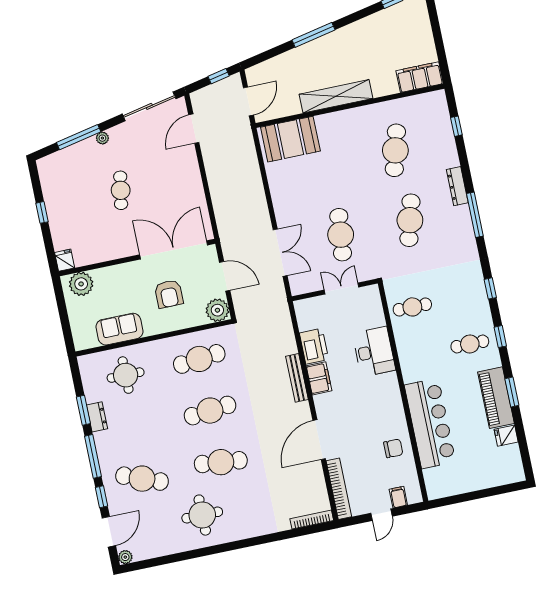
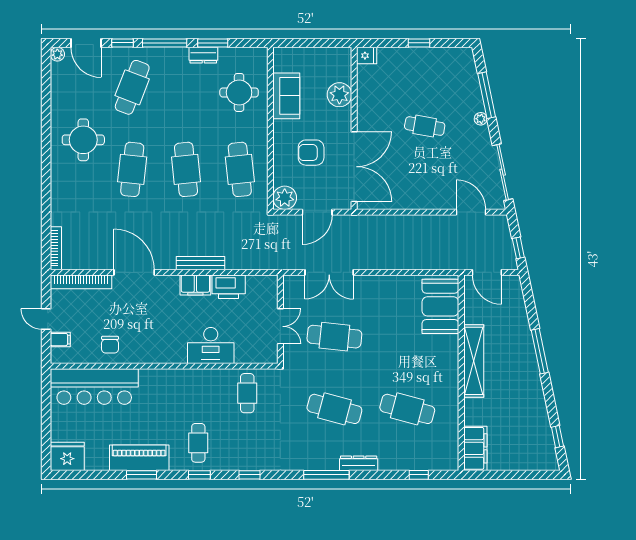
plant: (81, 284) -> (339, 95), moved
bar counter: (430, 423) -> (94, 386), moved
fridge: (506, 436) -> (67, 456), moved, width x1.88, depth x1.34

